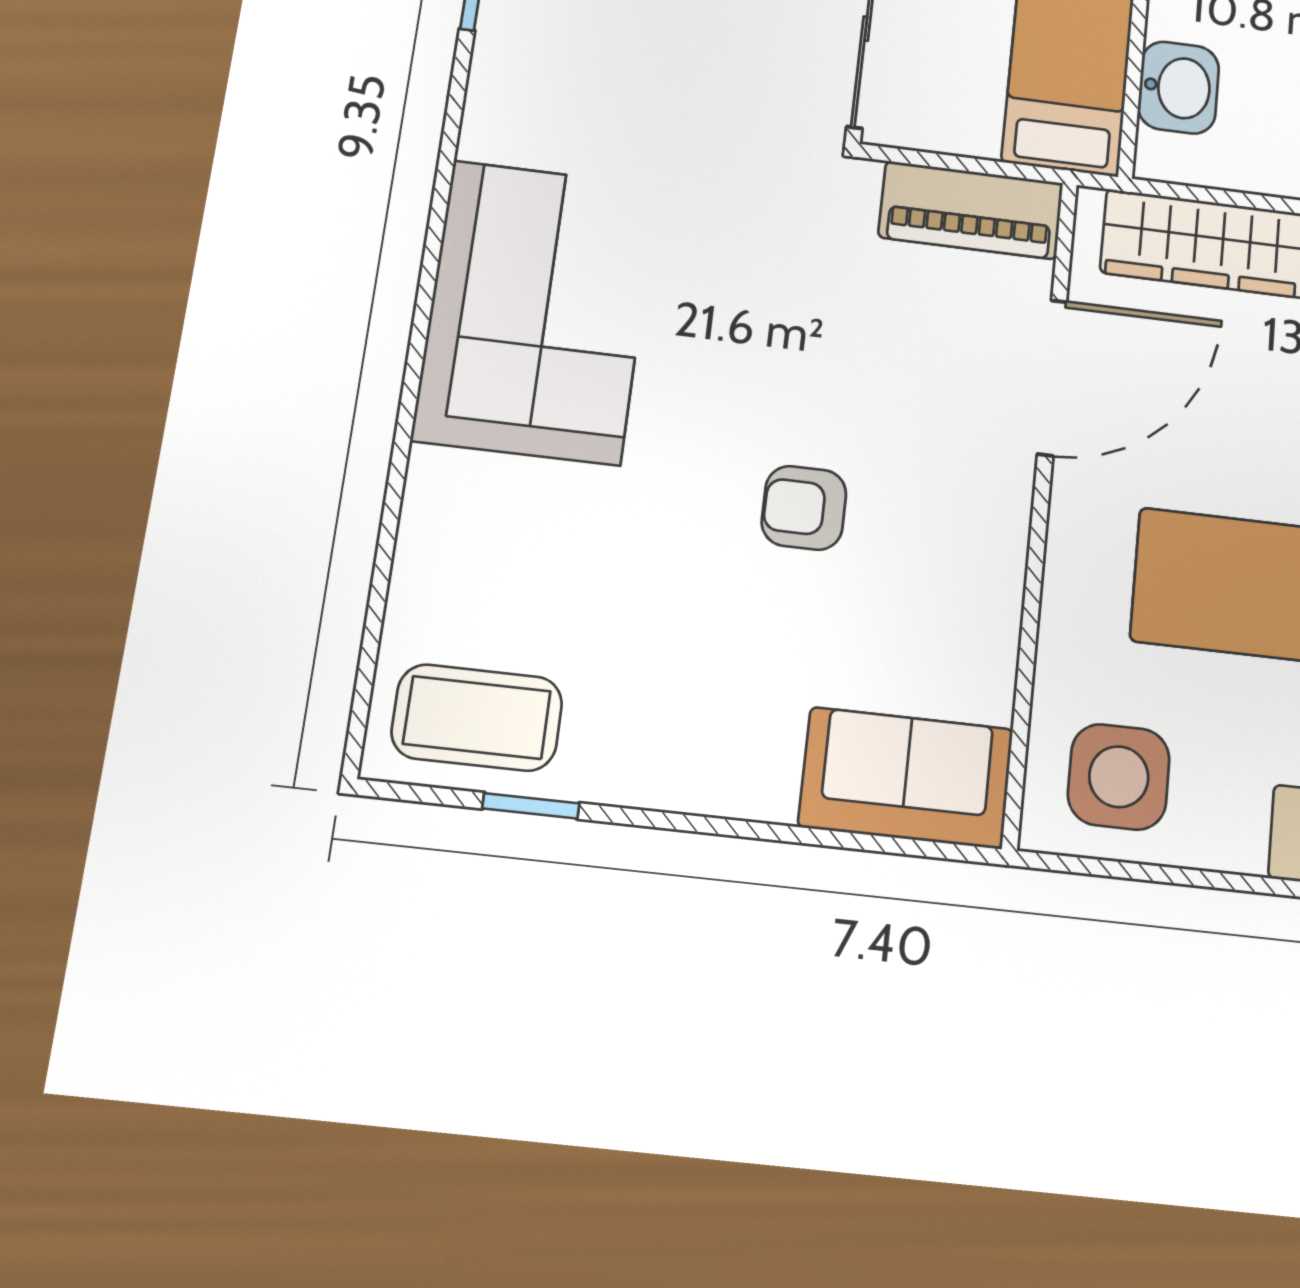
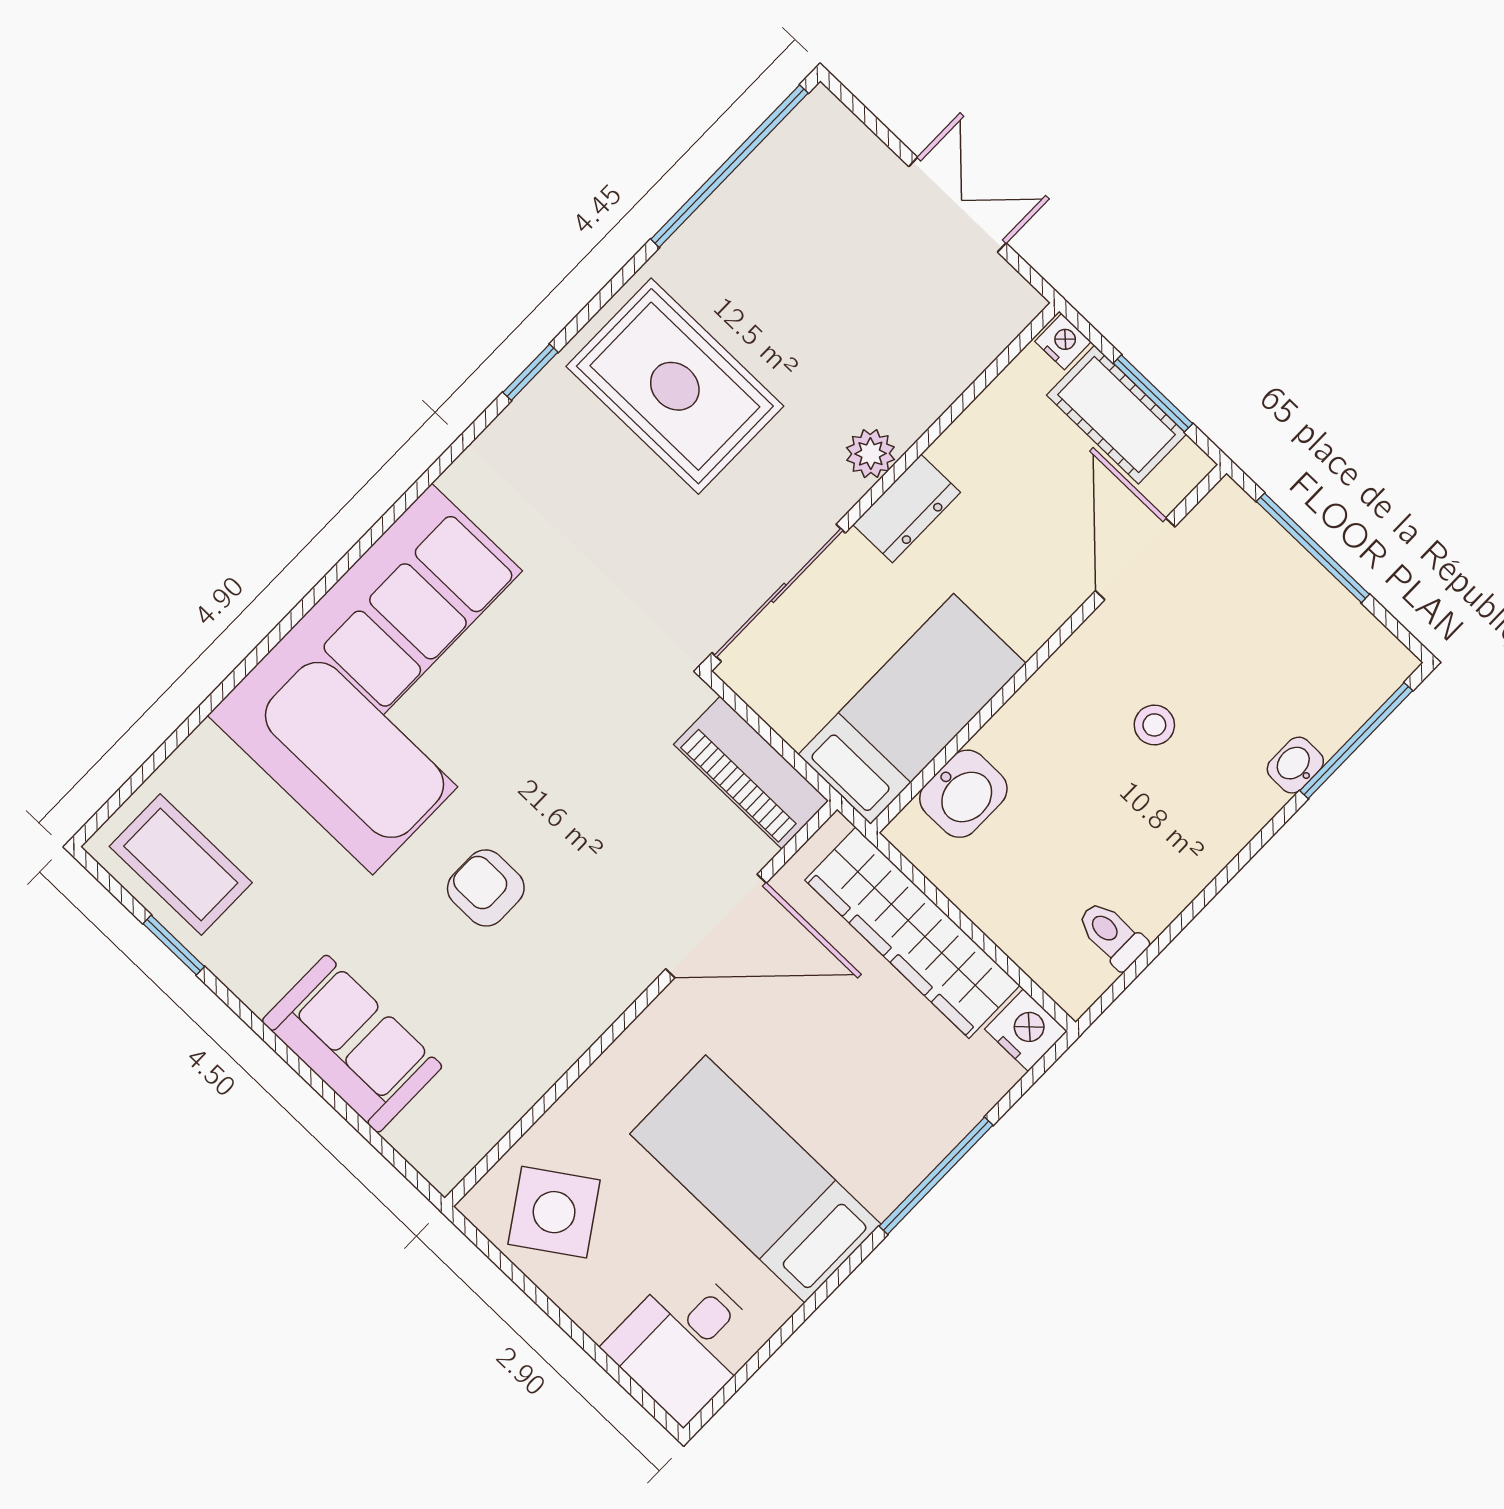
corner sofa: (536, 312) -> (402, 679), width x1.36, depth x1.36
side table: (1119, 777) -> (554, 1212), turned -34
sofa: (906, 778) -> (352, 1044), moved

